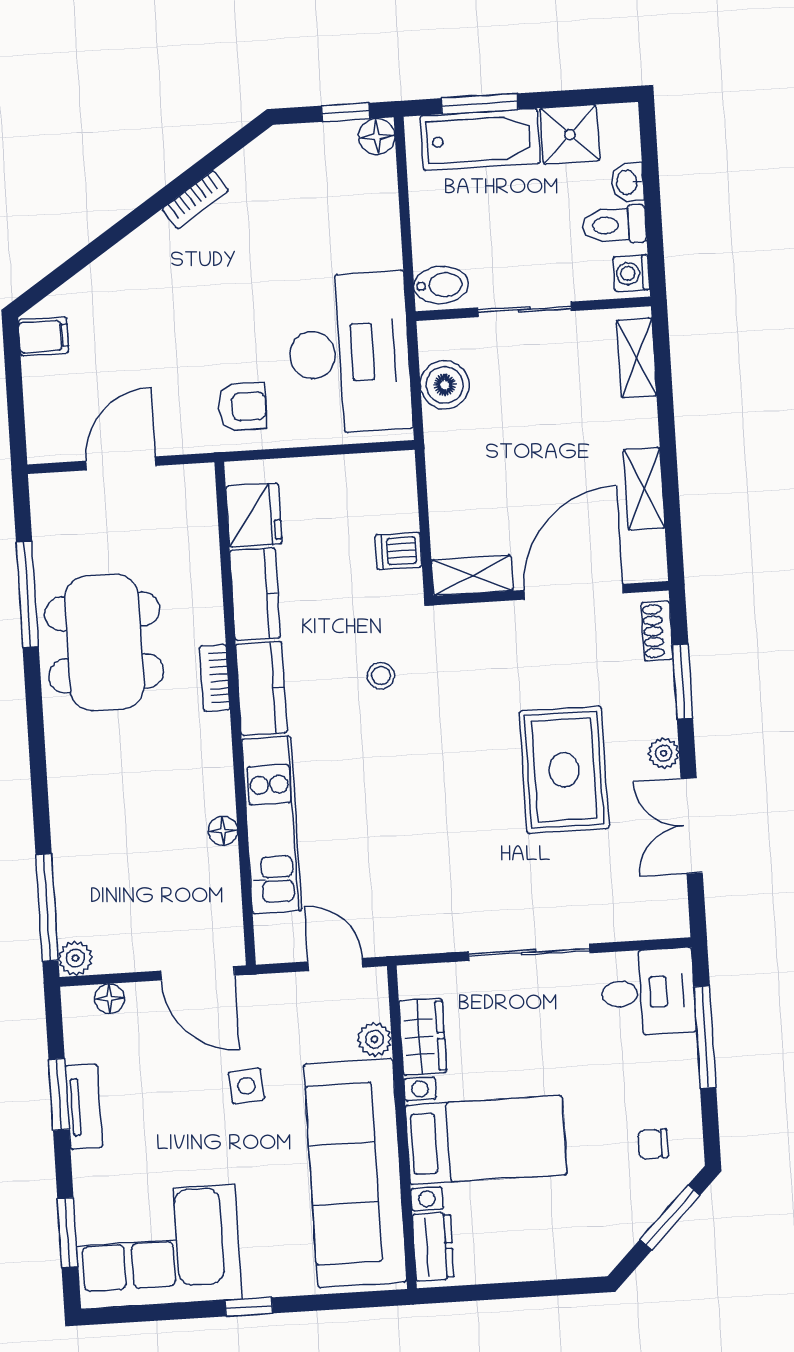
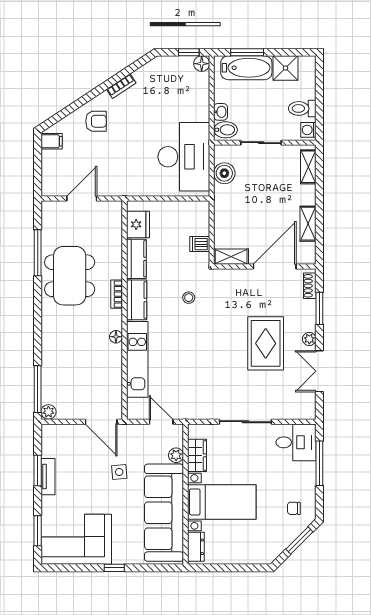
washbasin: (627, 182) -> (221, 112), moved, turned 180
armchair: (242, 407) -> (96, 121), moved
floor lamp: (223, 831) -> (116, 337), moved
floor lamp: (110, 998) -> (62, 430), removed

